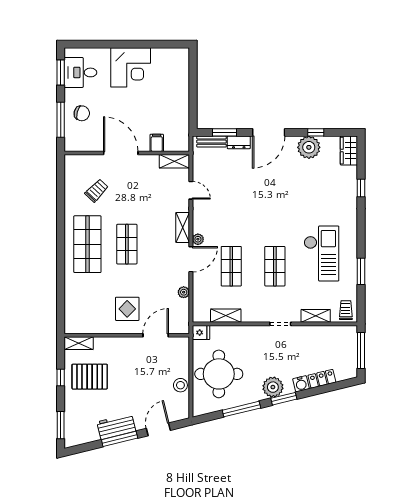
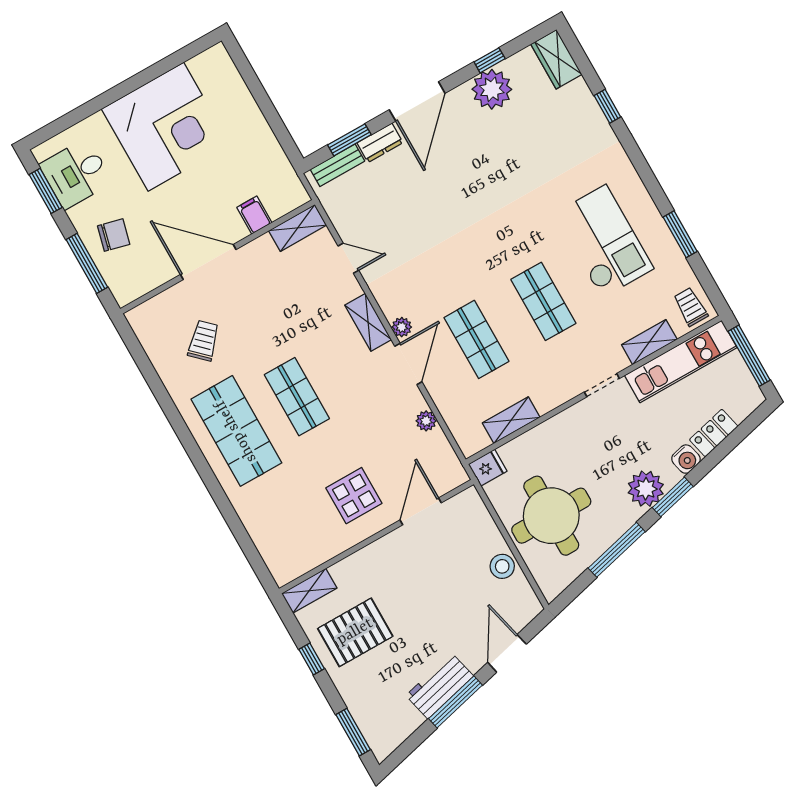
corner desk: (131, 67) -> (166, 127), width x1.36, depth x1.36
kitchen unit: (326, 334) -> (681, 361), added

